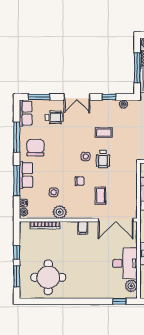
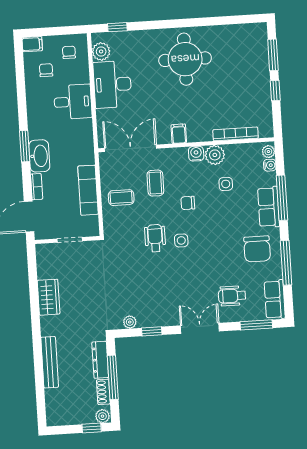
coffee table: (104, 133) -> (121, 198), moved
water cooler: (72, 214) -> (196, 154), added
round table: (48, 277) -> (185, 59), moved

